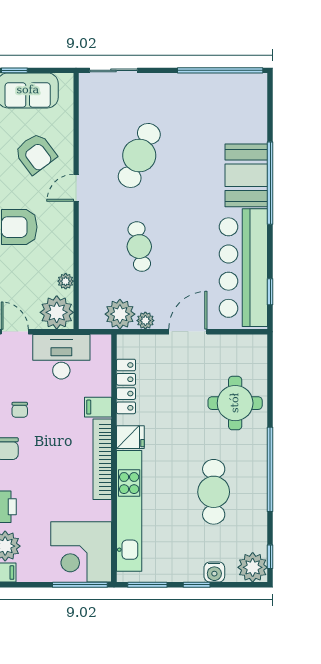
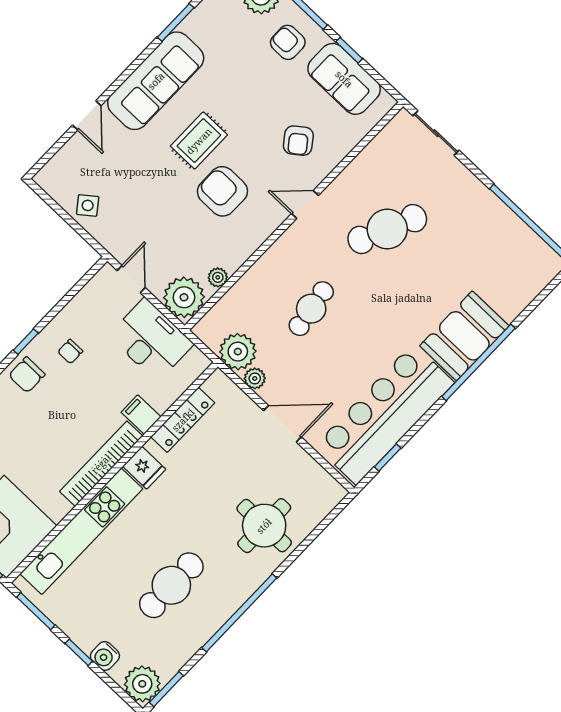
armchair: (36, 153) -> (298, 141), width x0.72, depth x0.72
window: (270, 557) -> (166, 689), width x1.50

